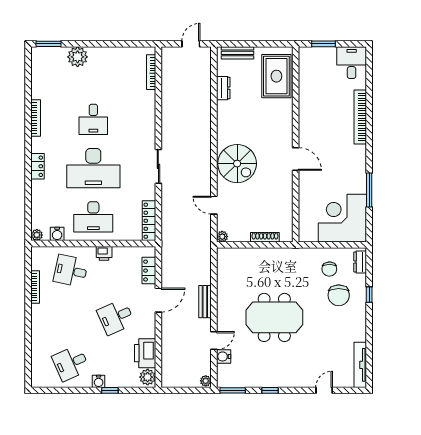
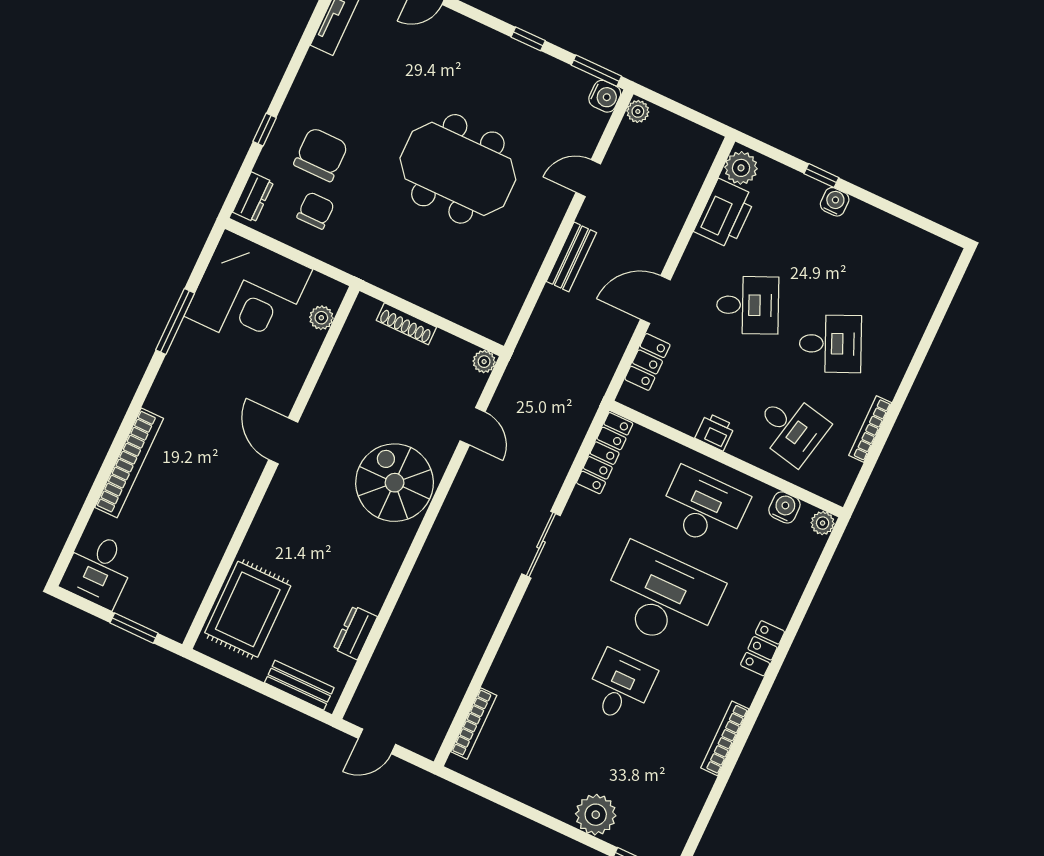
plant: (304, 222) -> (321, 318), added
water cooler: (224, 356) -> (605, 96), moved
desk: (71, 363) -> (830, 344), moved

